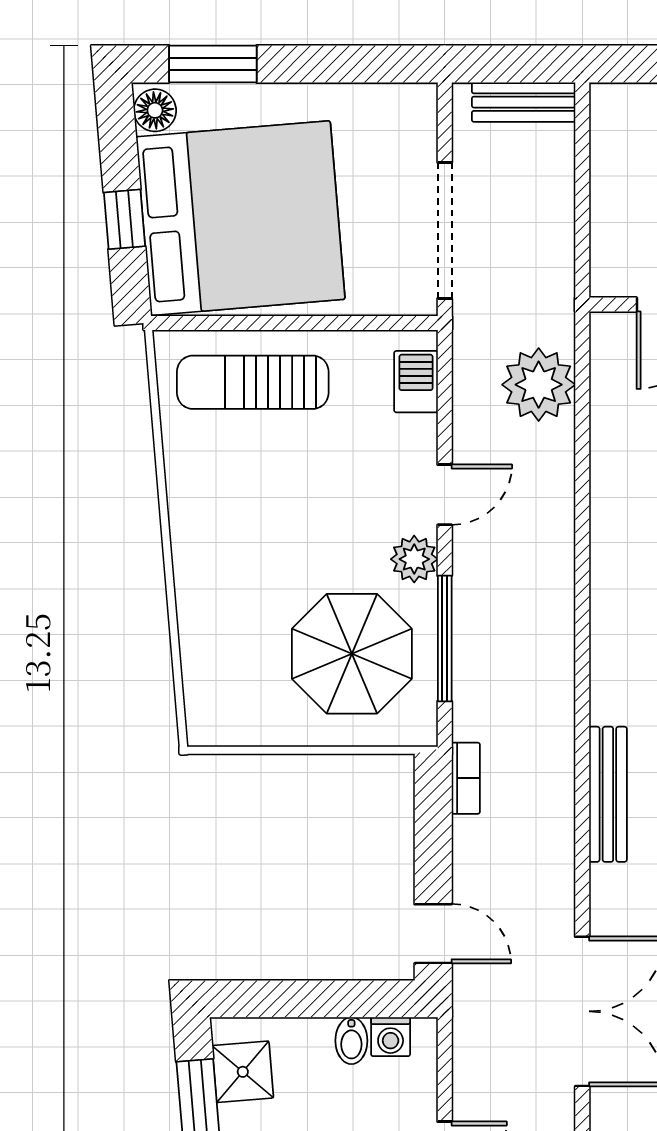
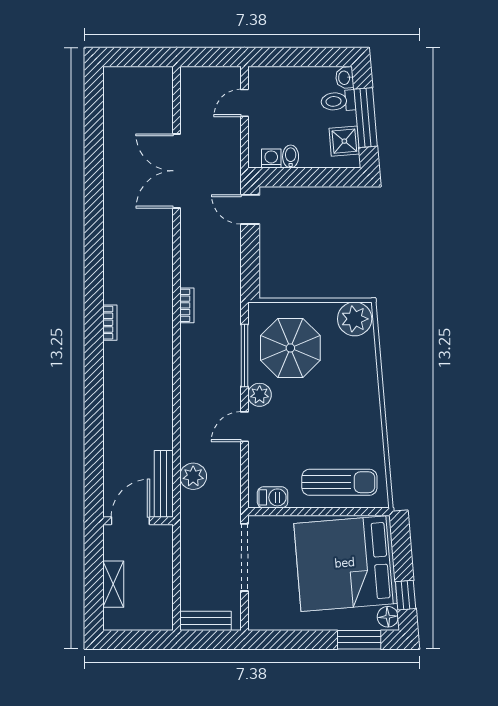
window: (124, 219) -> (406, 595), moved
barbecue: (416, 382) -> (273, 497), moved, turned -90
plant: (539, 385) -> (193, 476), width x0.73, depth x0.73
plant: (222, 712) -> (355, 319), added
bookcase: (466, 778) -> (187, 305), moved, turned 180
bench: (608, 794) -> (164, 484), moved

